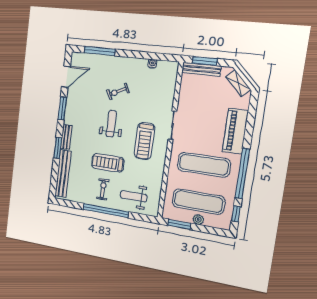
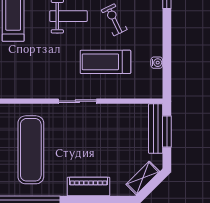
piano: (235, 131) -> (88, 186), width x0.73, depth x0.75
treadmill: (144, 141) -> (105, 62), moved

